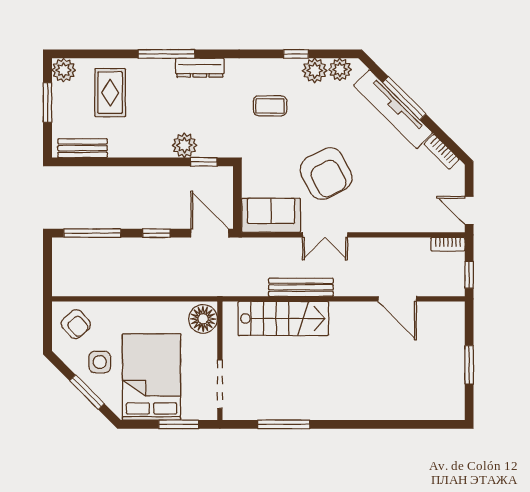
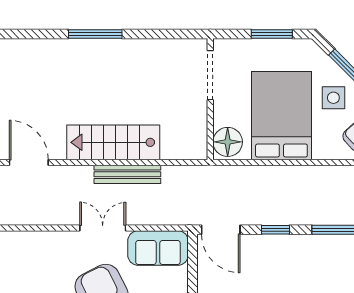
stairs: (283, 318) -> (113, 142), moved
bed: (152, 377) -> (281, 116), moved, turned 180
window: (179, 424) -> (272, 34), moved
window: (284, 424) -> (95, 34), moved

